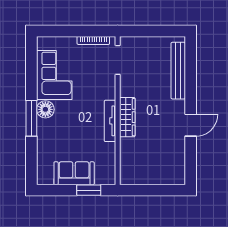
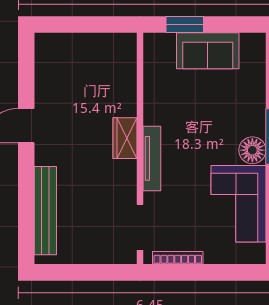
wardrobe: (127, 117) -> (125, 138), width x0.67
tv unit: (110, 121) -> (152, 158), moved

